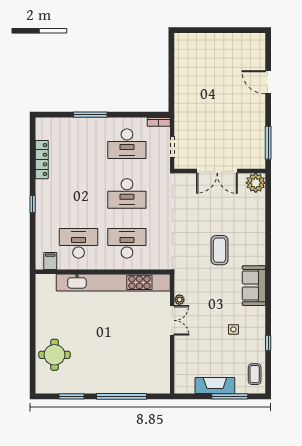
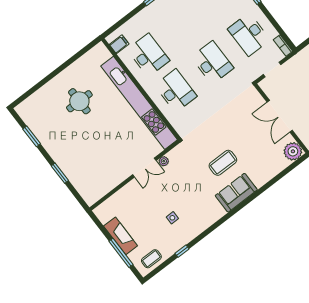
desk: (127, 193) -> (212, 63), turned 180
sofa: (254, 286) -> (236, 193), moved
round table: (55, 355) -> (79, 101), moved
window: (122, 396) -> (60, 173), width x0.47

